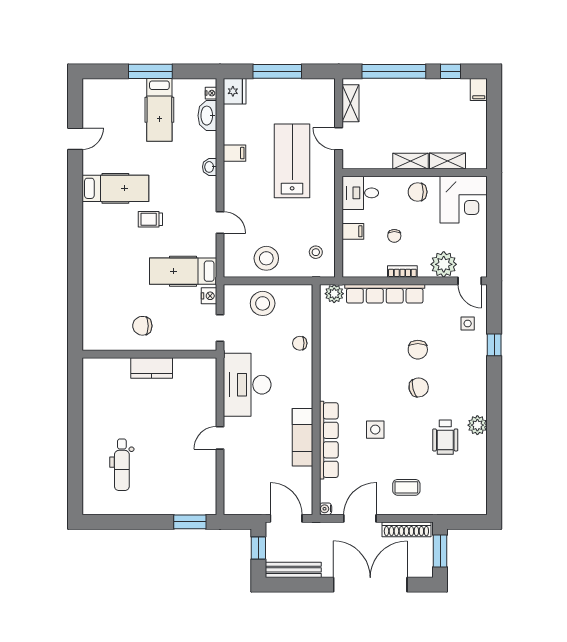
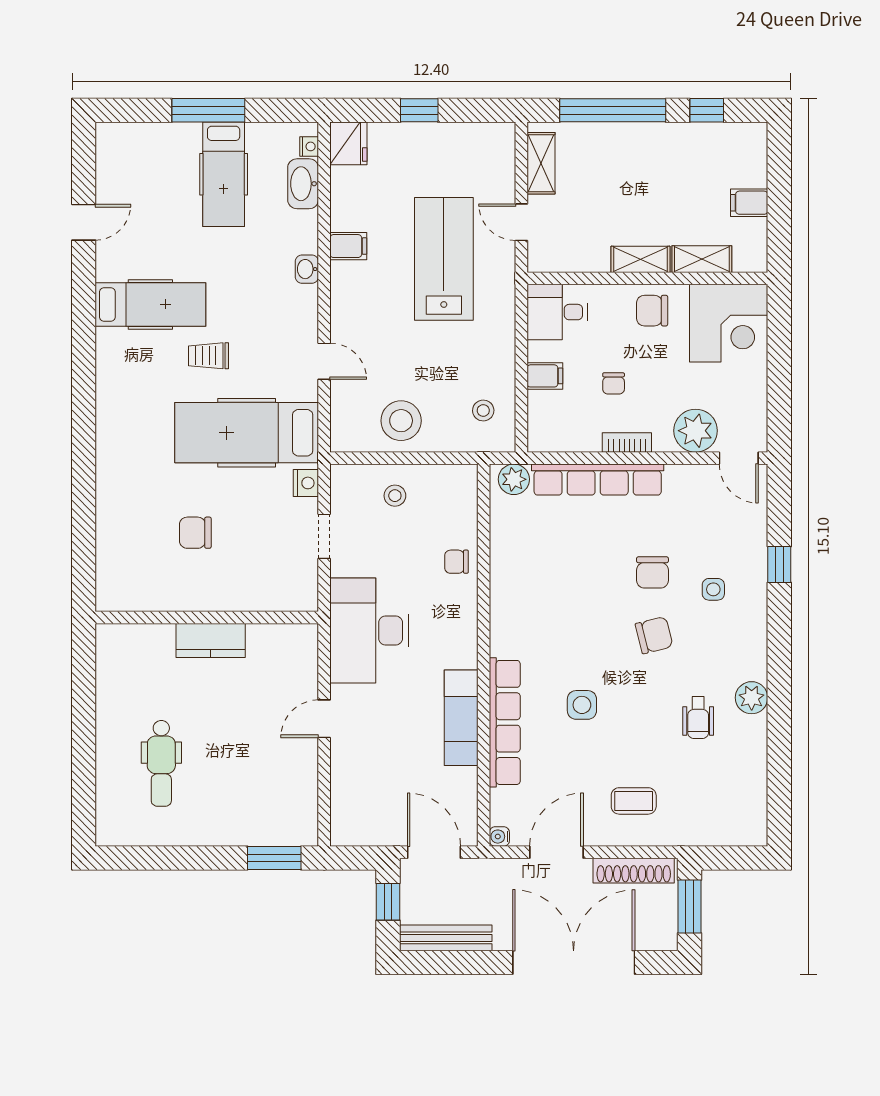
window: (277, 71) -> (419, 110), width x0.46
filing cabinet: (479, 89) -> (749, 203), moved, turned 90
hospital bed: (183, 271) -> (247, 433), width x1.37, depth x1.29
stool: (263, 303) -> (395, 496), width x0.53, depth x0.53
side table: (468, 323) -> (713, 589), moved
wall: (149, 354) -> (207, 617), moved
kitchen counter: (152, 368) -> (211, 641), moved
wheelchair: (445, 437) -> (698, 718), width x0.73, depth x0.73

